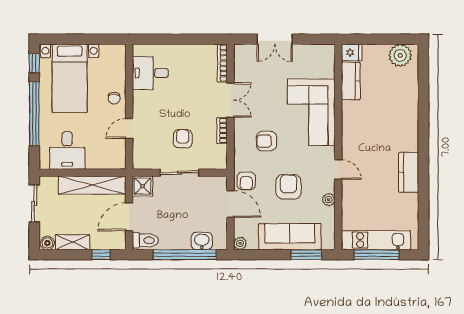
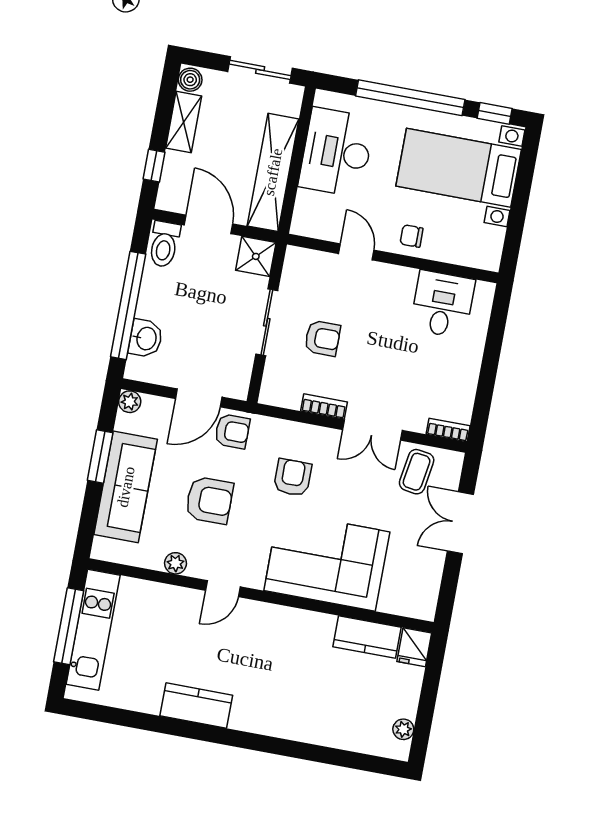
plant: (400, 55) -> (403, 729), width x0.53, depth x0.53
bookcase: (222, 63) -> (448, 430), width x0.64
coffee table: (250, 70) -> (417, 472), added
desk: (67, 151) -> (337, 152), width x1.37
armchair: (246, 181) -> (232, 431), turned 180
window: (306, 255) -> (100, 456), moved

